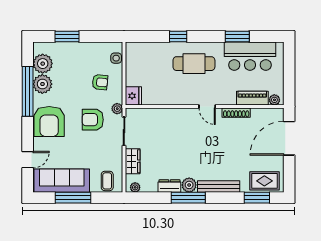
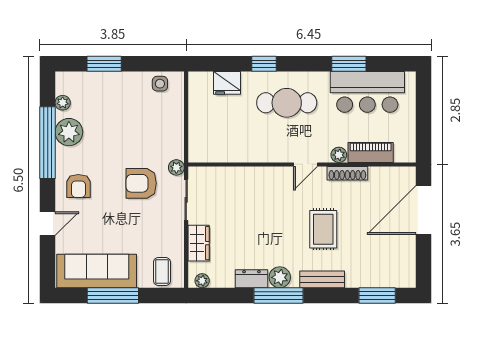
side table: (116, 58) -> (160, 84), moved
plant: (43, 64) -> (63, 103), width x0.53, depth x0.53
armchair: (100, 82) -> (152, 129), removed
fridge: (133, 96) -> (227, 83), moved, turned 90
plant: (274, 100) -> (339, 155), moved
door: (207, 107) -> (306, 164), hinge flipped
armchair: (49, 121) -> (78, 186), width x0.53, depth x0.53
door: (28, 160) -> (48, 224), moved
rug: (264, 181) -> (323, 229), moved, turned 90
bench: (219, 186) -> (322, 279), width x0.73

